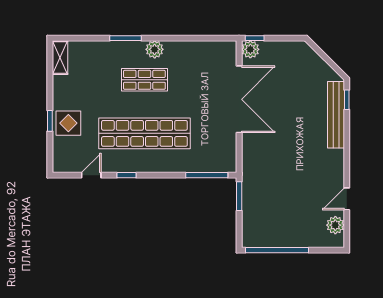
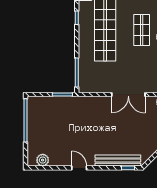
double door: (239, 99) -> (128, 94), width x0.73
door: (347, 199) -> (79, 168), moved

